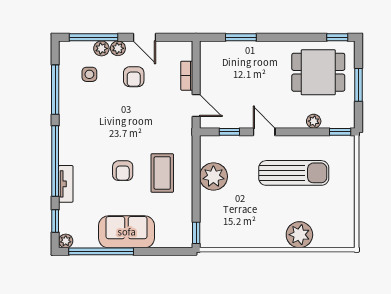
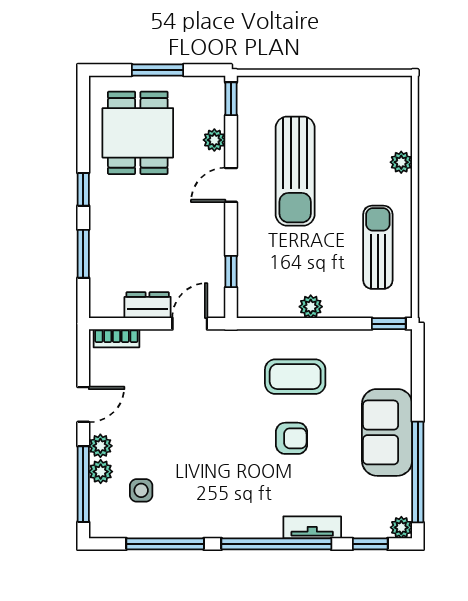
window: (337, 37) -> (83, 189), moved
bookcase: (187, 76) -> (116, 338), moved
armchair: (134, 77) -> (145, 421), removed
dresser: (208, 79) -> (148, 305), added
door: (264, 132) -> (231, 185), moved
sun lounger: (294, 173) -> (295, 171), turned 180
plant: (213, 176) -> (311, 307), width x0.53, depth x0.53
sun lounger: (245, 226) -> (378, 247), added
plant: (299, 235) -> (401, 162), width x0.53, depth x0.53

